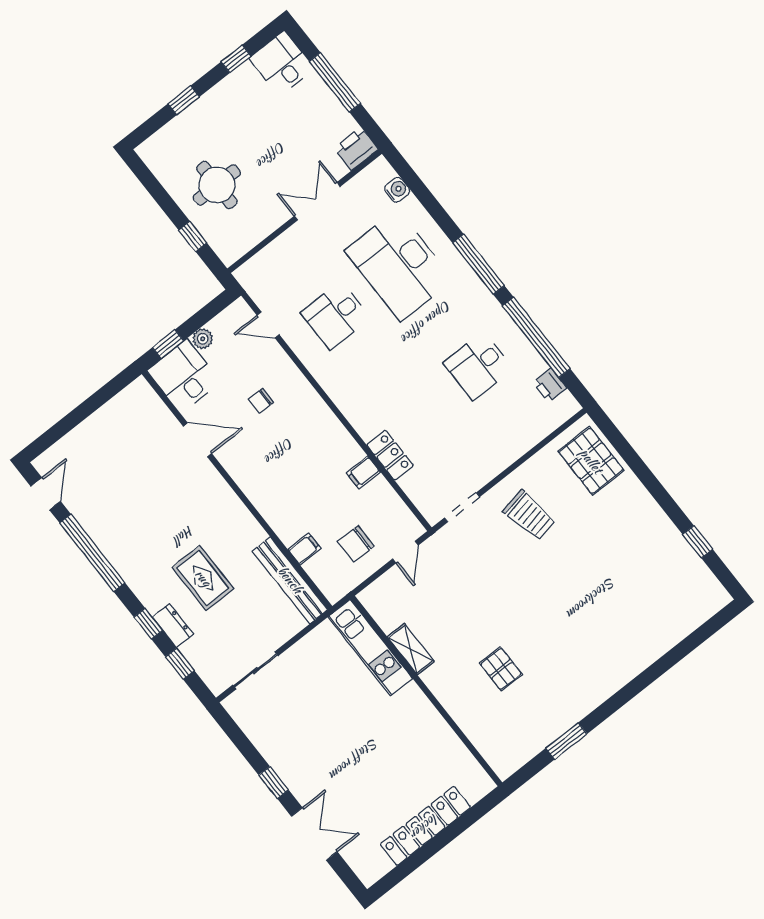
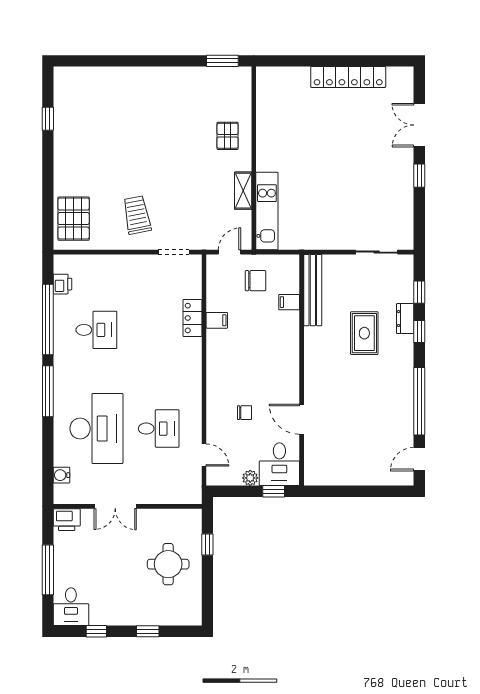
kitchen unit: (370, 648) -> (267, 211), moved
shelving: (411, 649) -> (243, 191), moved
wall: (426, 691) -> (254, 158), moved

